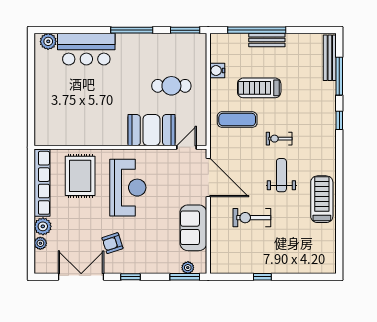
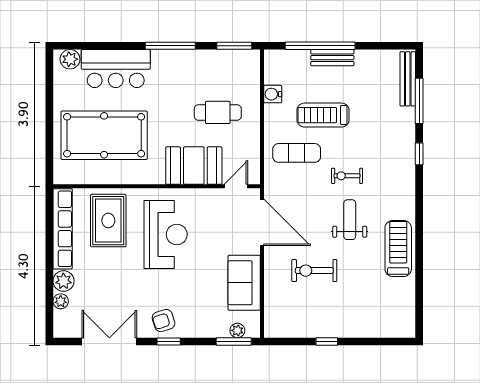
pool table: (77, 105) -> (104, 135), added
armchair: (112, 243) -> (164, 321), moved

